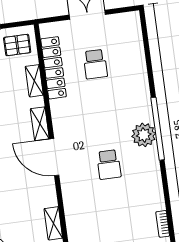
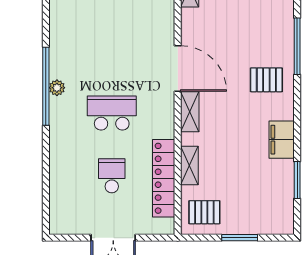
plant: (144, 135) -> (57, 88), width x0.53, depth x0.53
school desk: (109, 164) -> (112, 113), moved, width x1.85

